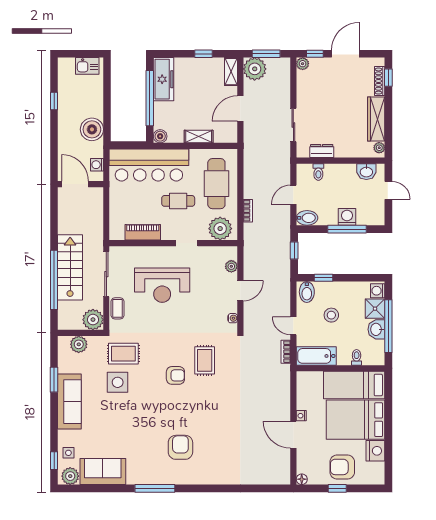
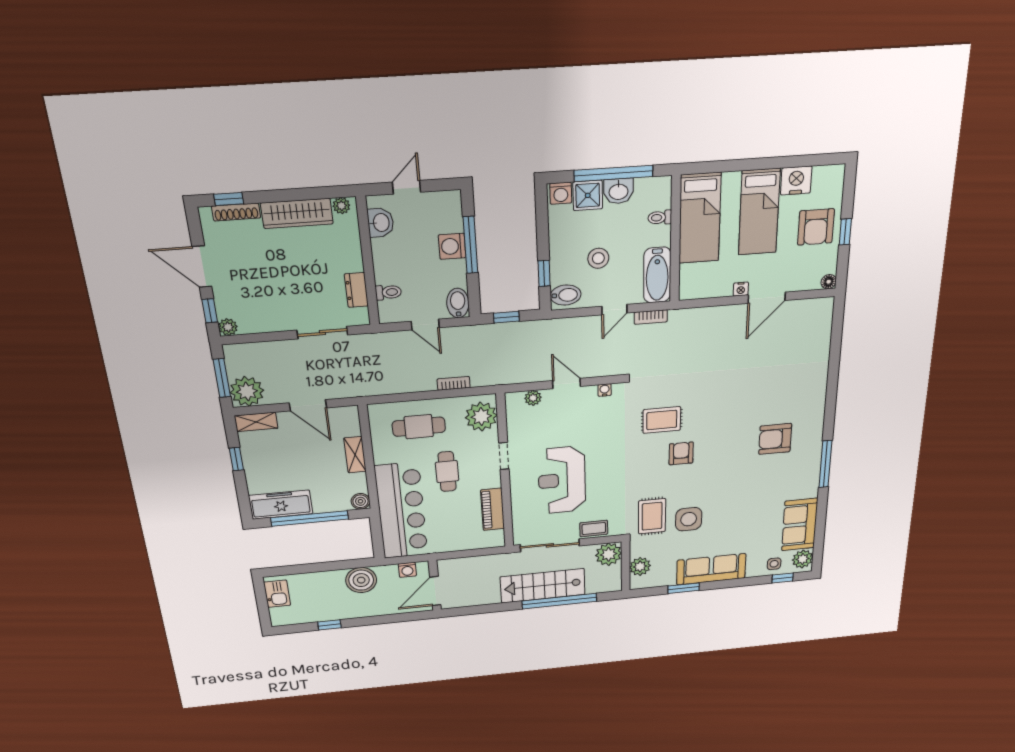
cafe table: (216, 184) -> (419, 427), width x0.73, depth x0.74
reception desk: (162, 285) -> (562, 480), turned 180
bed: (356, 420) -> (759, 212), width x0.67

